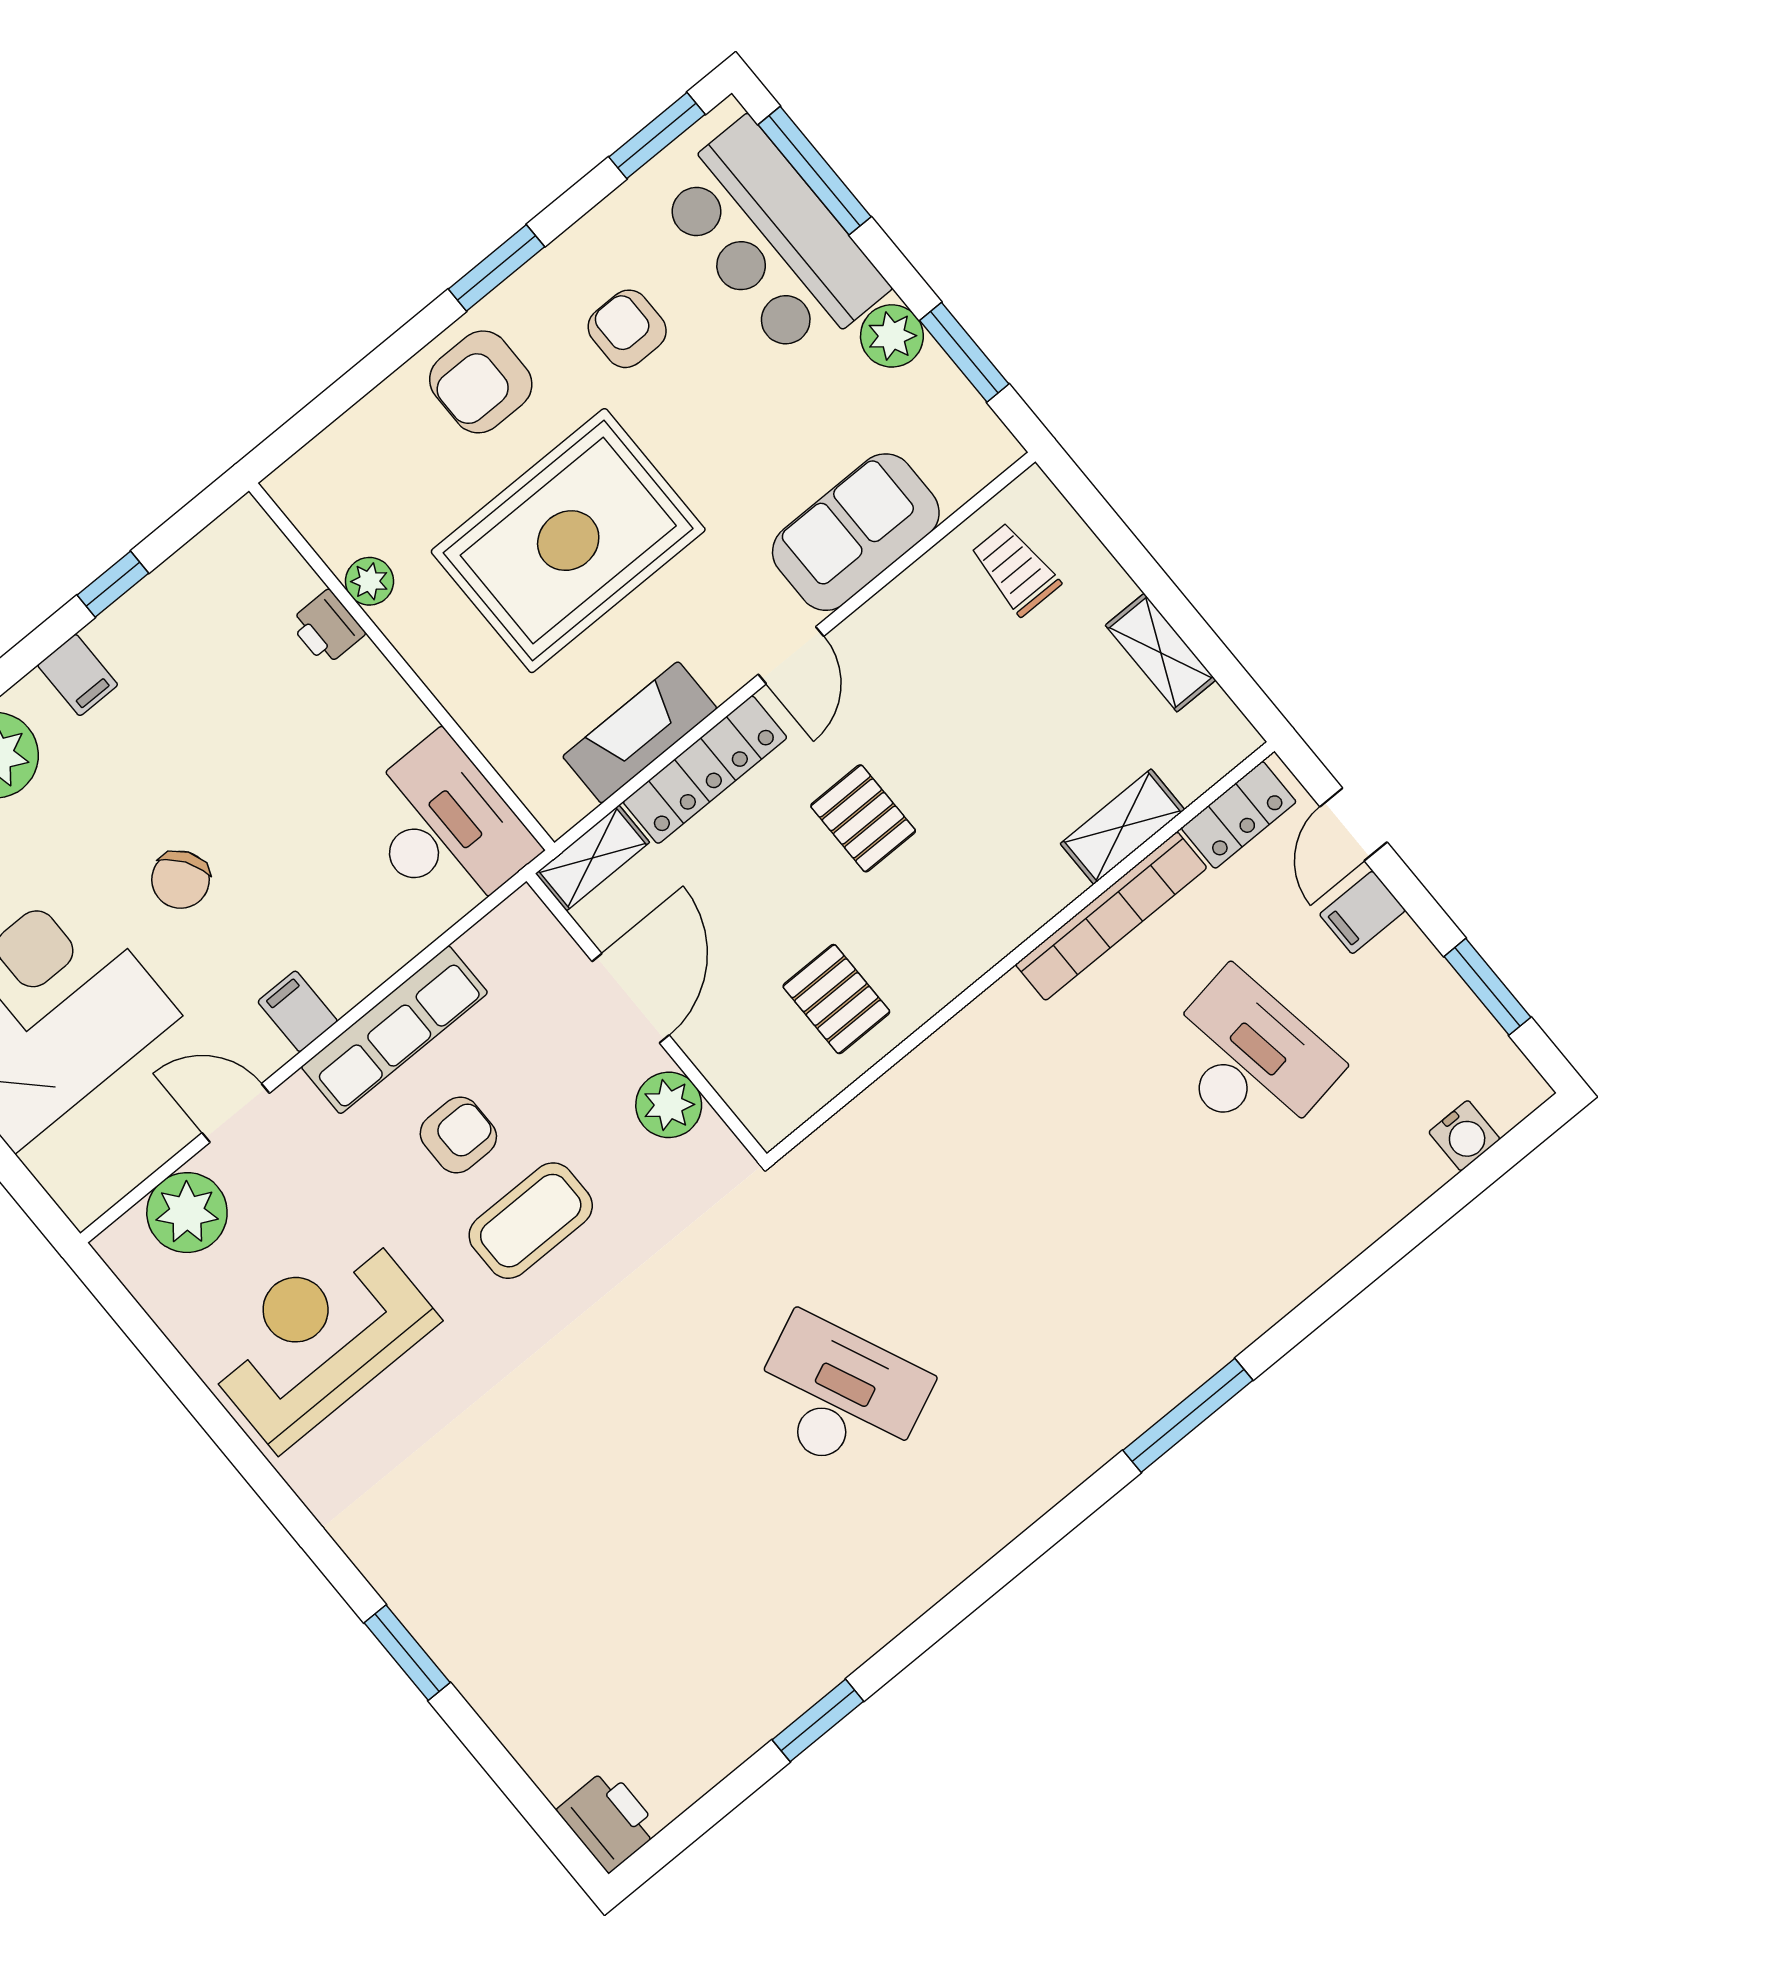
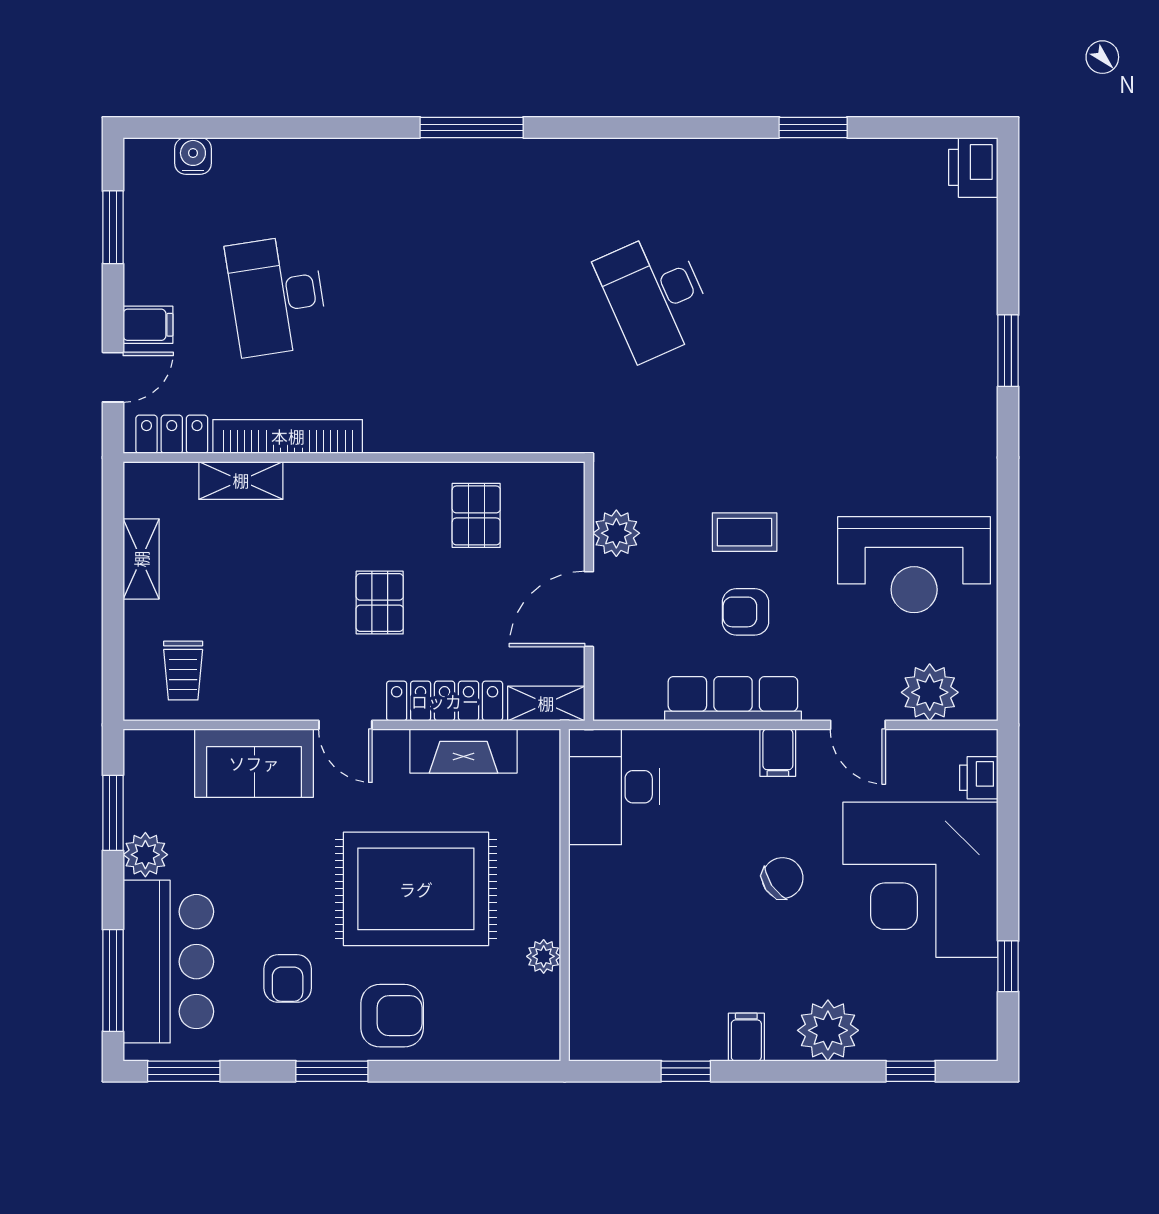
printer: (327, 628) -> (979, 778), moved, turned 180
door: (791, 655) -> (345, 725), swing flipped
coffee table: (531, 1221) -> (745, 532), width x0.73, depth x0.77

